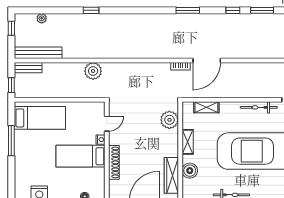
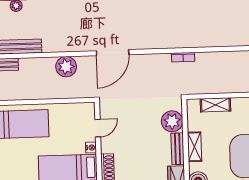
door: (207, 61) -> (113, 53), moved
plant: (93, 71) -> (66, 67), moved
bench: (173, 143) -> (178, 149), added

